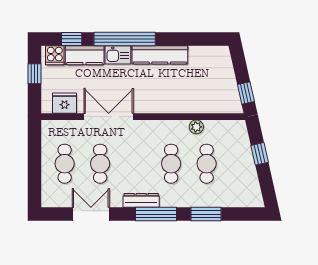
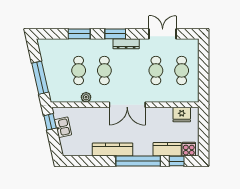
kitchen sink: (118, 55) -> (63, 127), moved, turned 77
window: (34, 74) -> (204, 136), removed
double door: (109, 117) -> (127, 105), moved
window: (260, 154) -> (40, 78), width x2.17
double door: (91, 214) -> (163, 34), swing flipped
window: (156, 214) -> (115, 34), width x0.69

